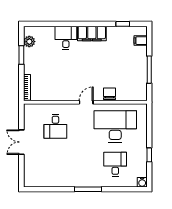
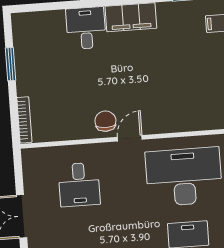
plant: (29, 42) -> (23, 39), removed
chair: (110, 94) -> (105, 121), moved

